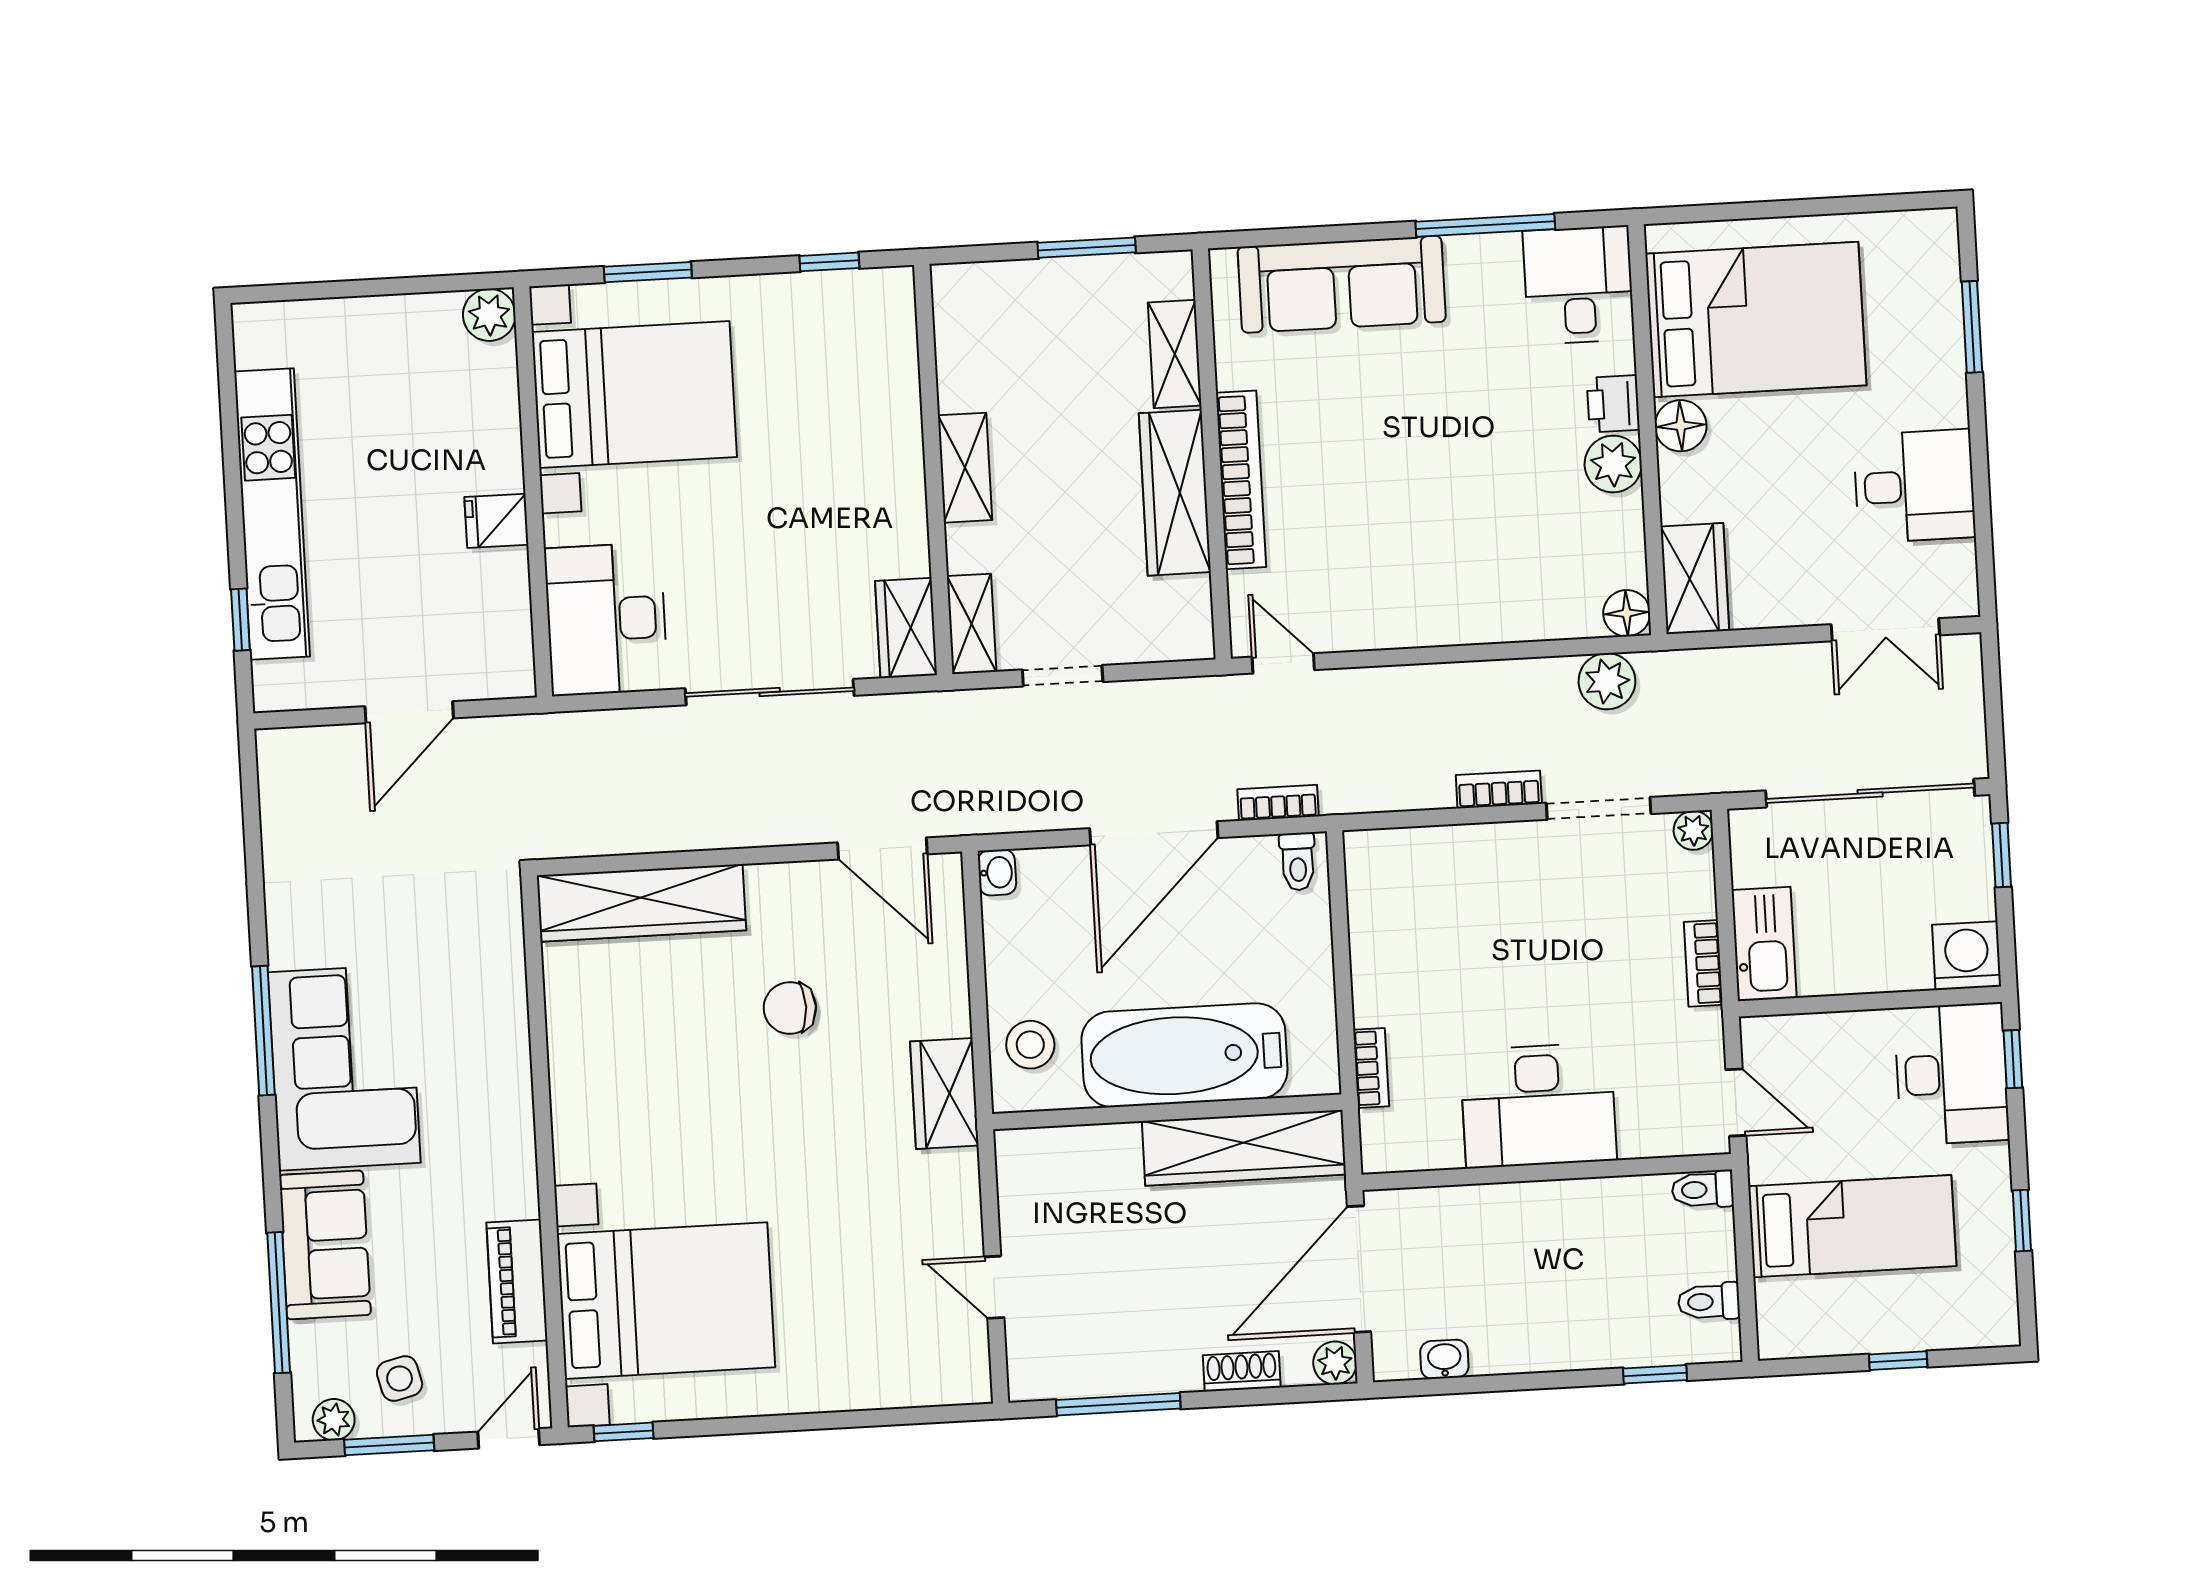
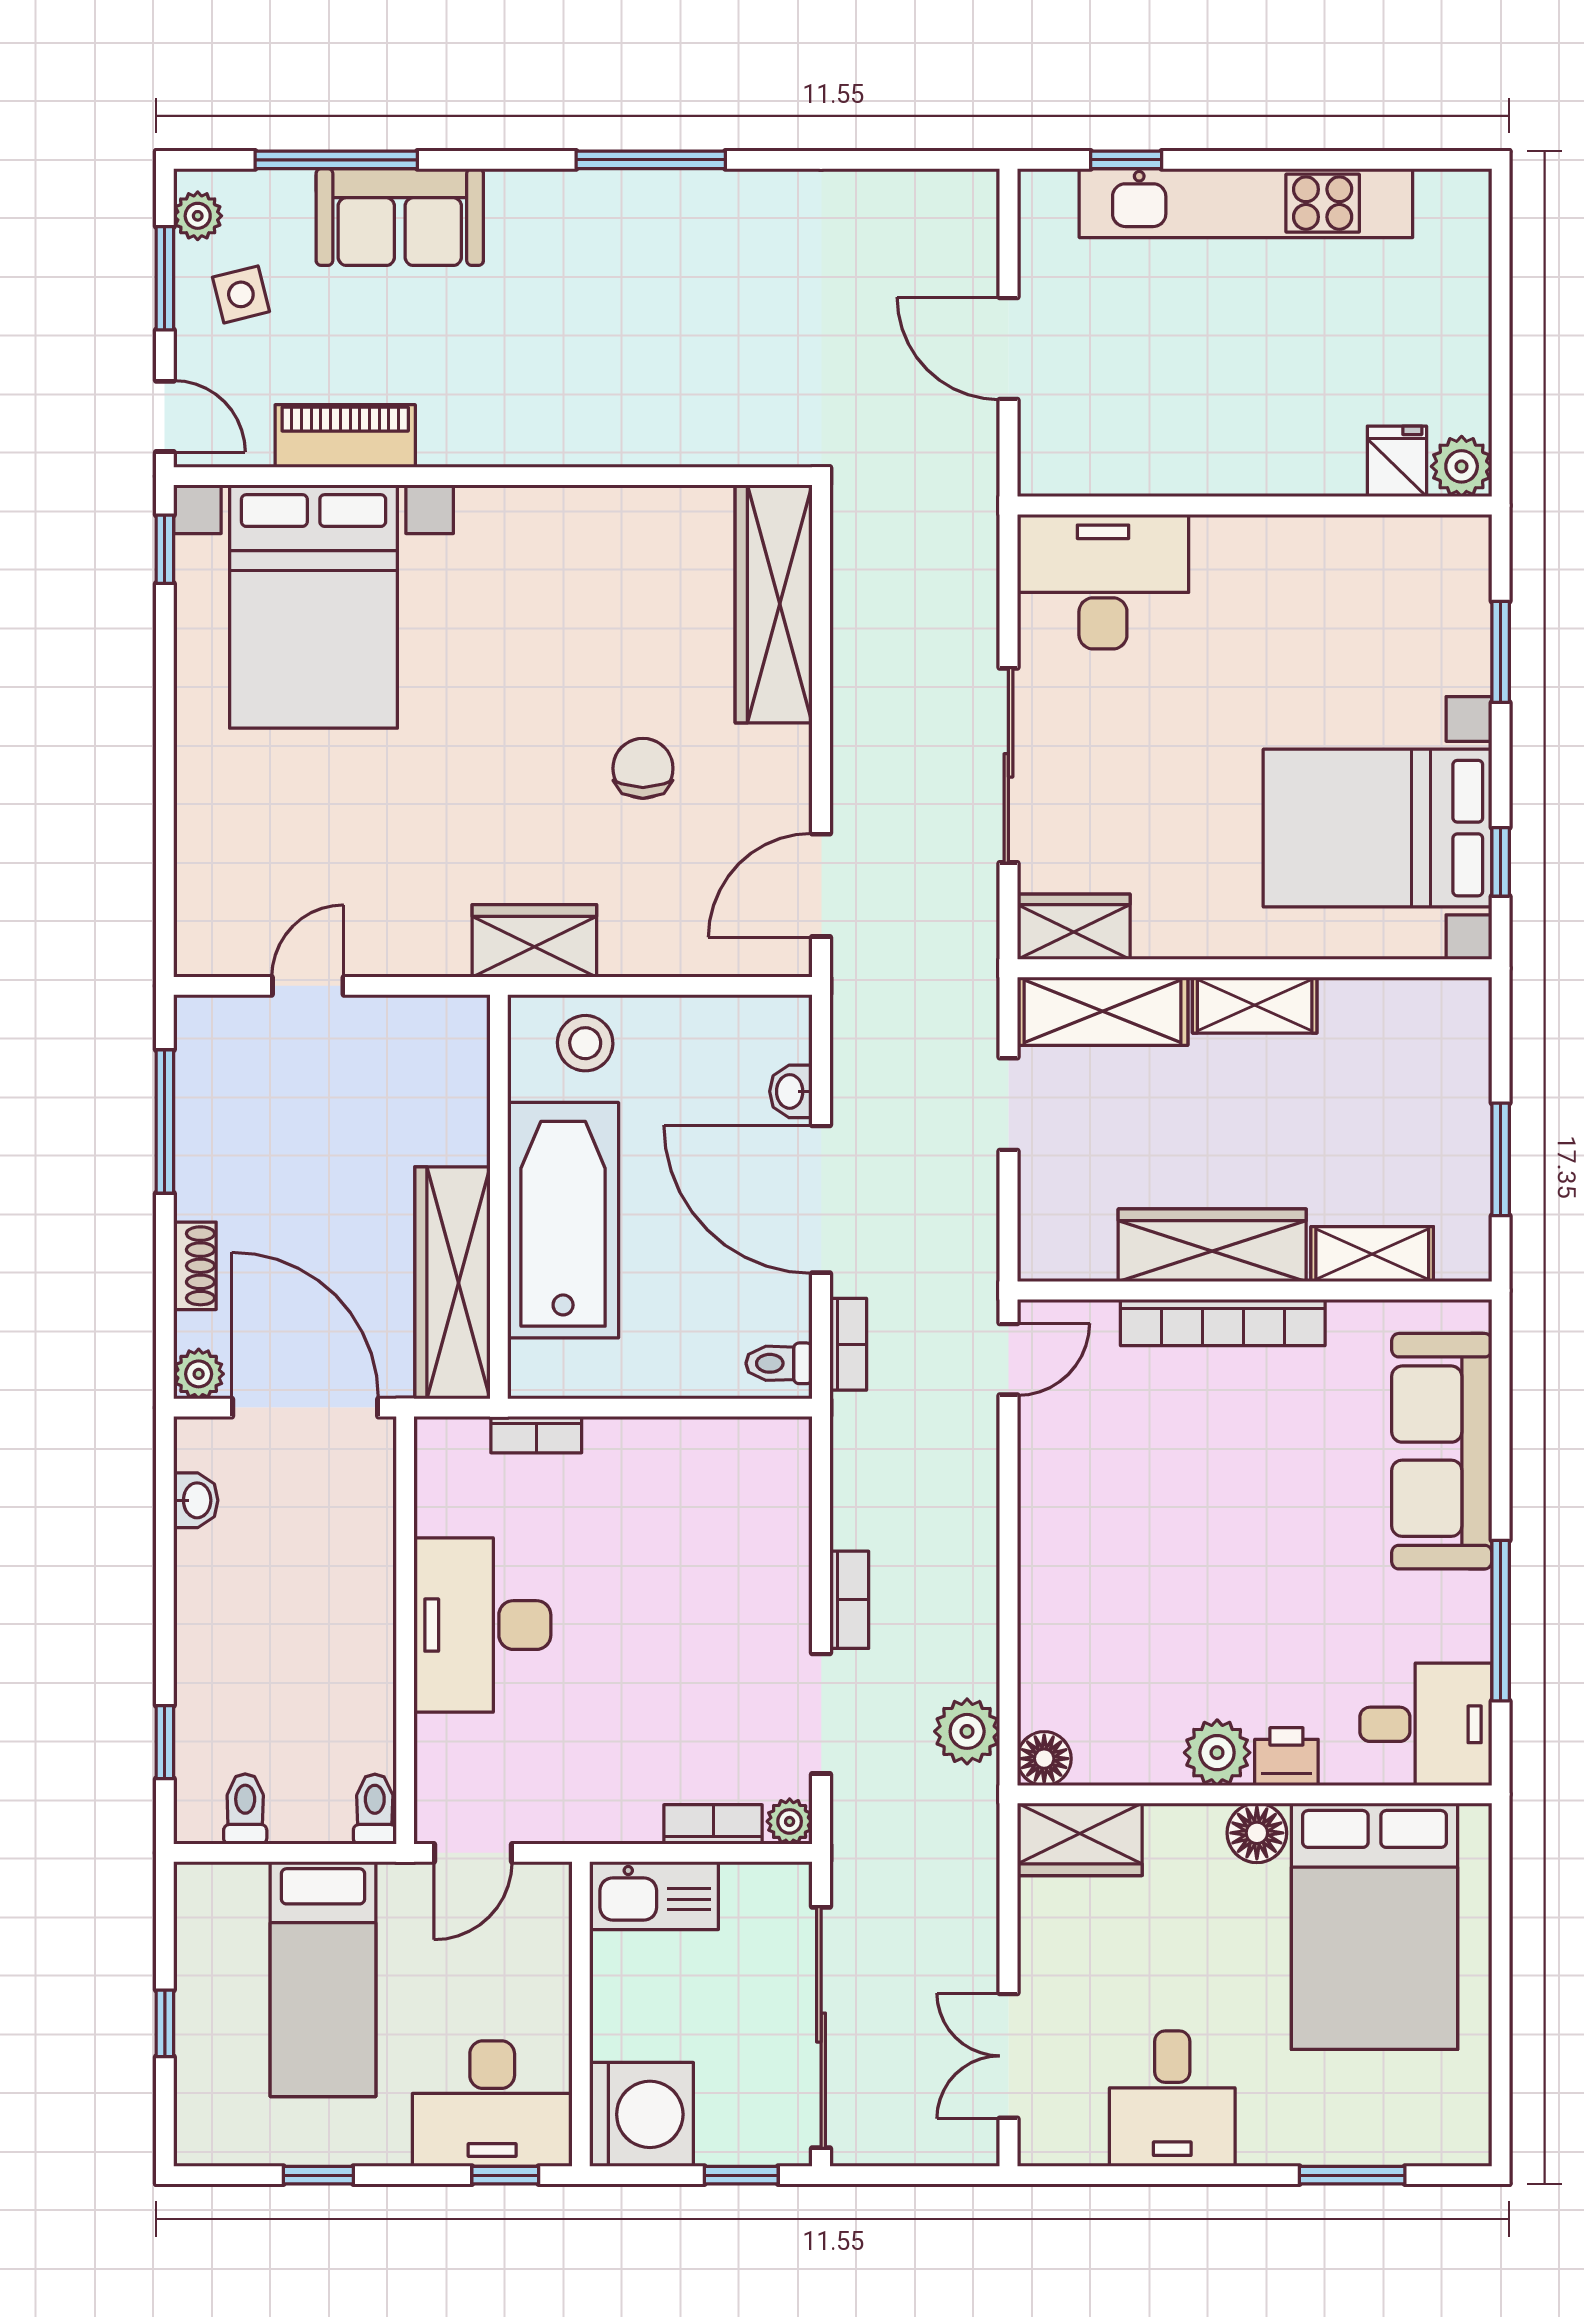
bed with nightstands: (634, 394) -> (1377, 828), moved, turned 90
fridge: (496, 521) -> (1397, 461), moved
shelving: (972, 624) -> (1103, 1011), width x1.50, depth x1.33
washbasin: (997, 872) -> (791, 1091), moved, turned 90
washing machine: (1967, 956) -> (642, 2114), width x1.37, depth x1.37
bookcase: (1703, 963) -> (713, 1824), moved
corner sofa: (344, 1068) -> (603, 251), removed

